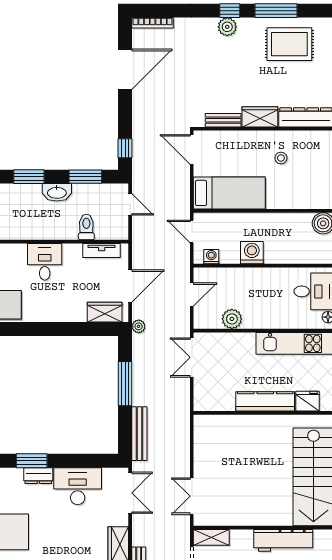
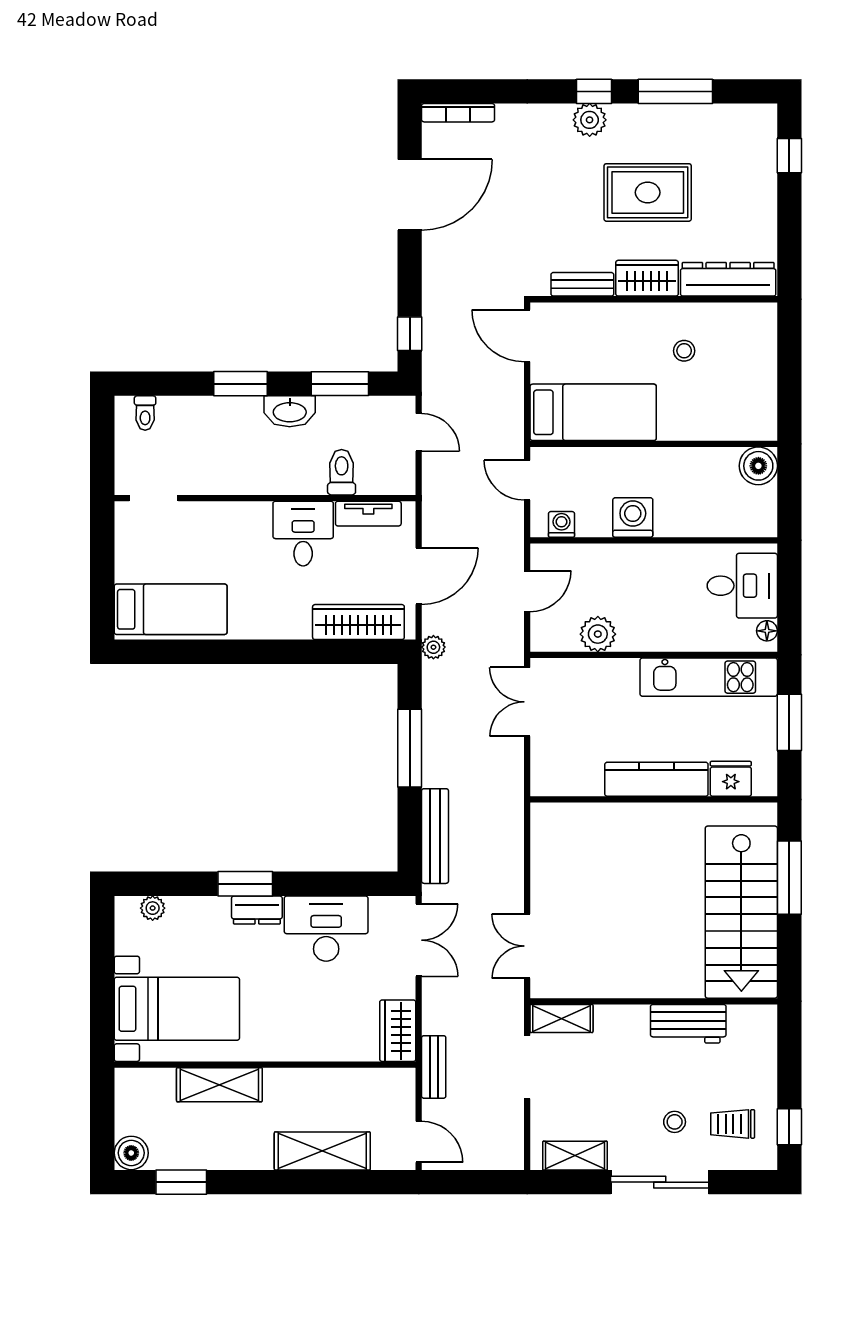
rug: (289, 44) -> (648, 192), moved
desk: (45, 262) -> (303, 534), moved
wardrobe: (105, 312) -> (358, 622), width x1.50
workbench: (283, 540) -> (688, 1024), width x0.73

